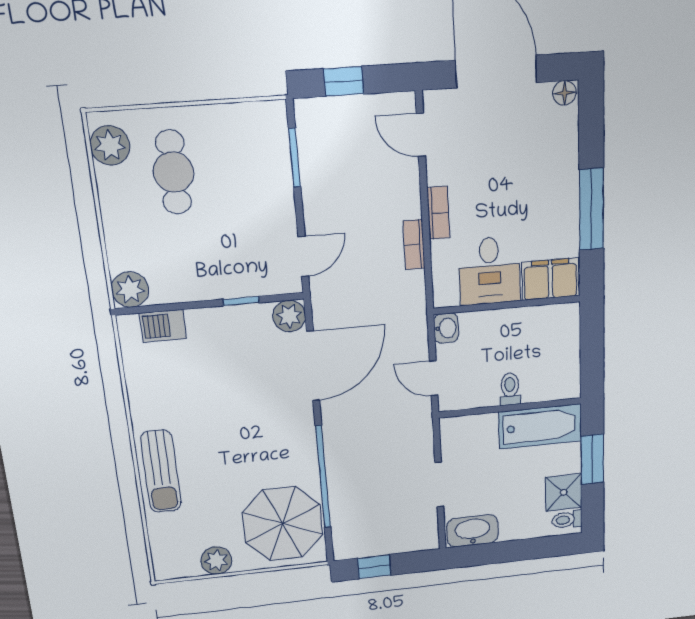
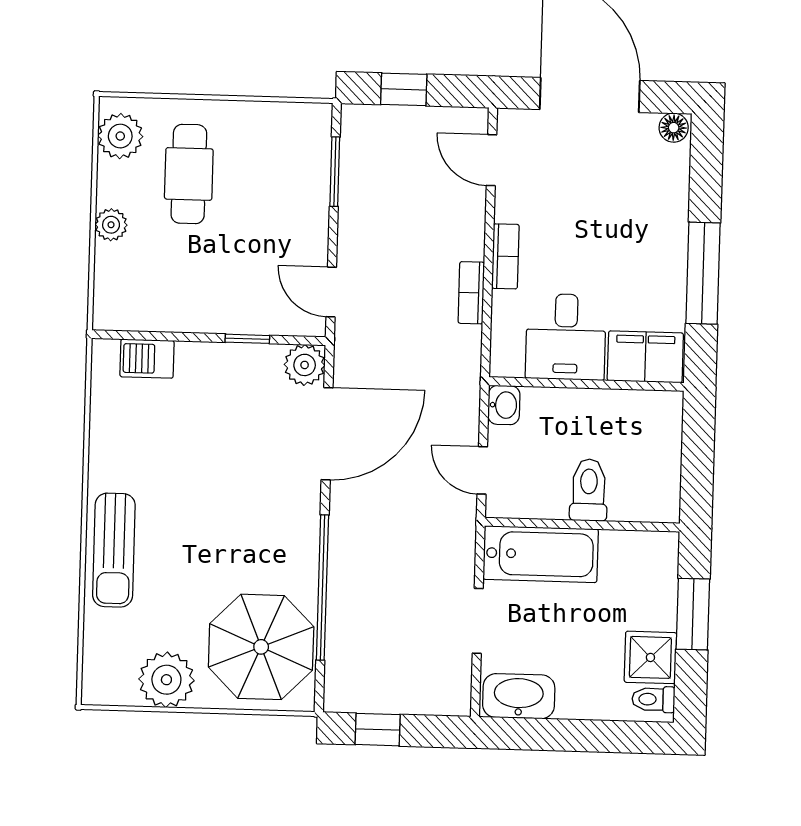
door: (303, 256) -> (331, 292), swing flipped
plant: (130, 290) -> (111, 225), moved, width x0.73, depth x0.73
toilet: (510, 389) -> (589, 490), width x1.37, depth x1.39
bathtub: (540, 426) -> (541, 554), moved
plant: (216, 560) -> (166, 680), width x1.36, depth x1.36

